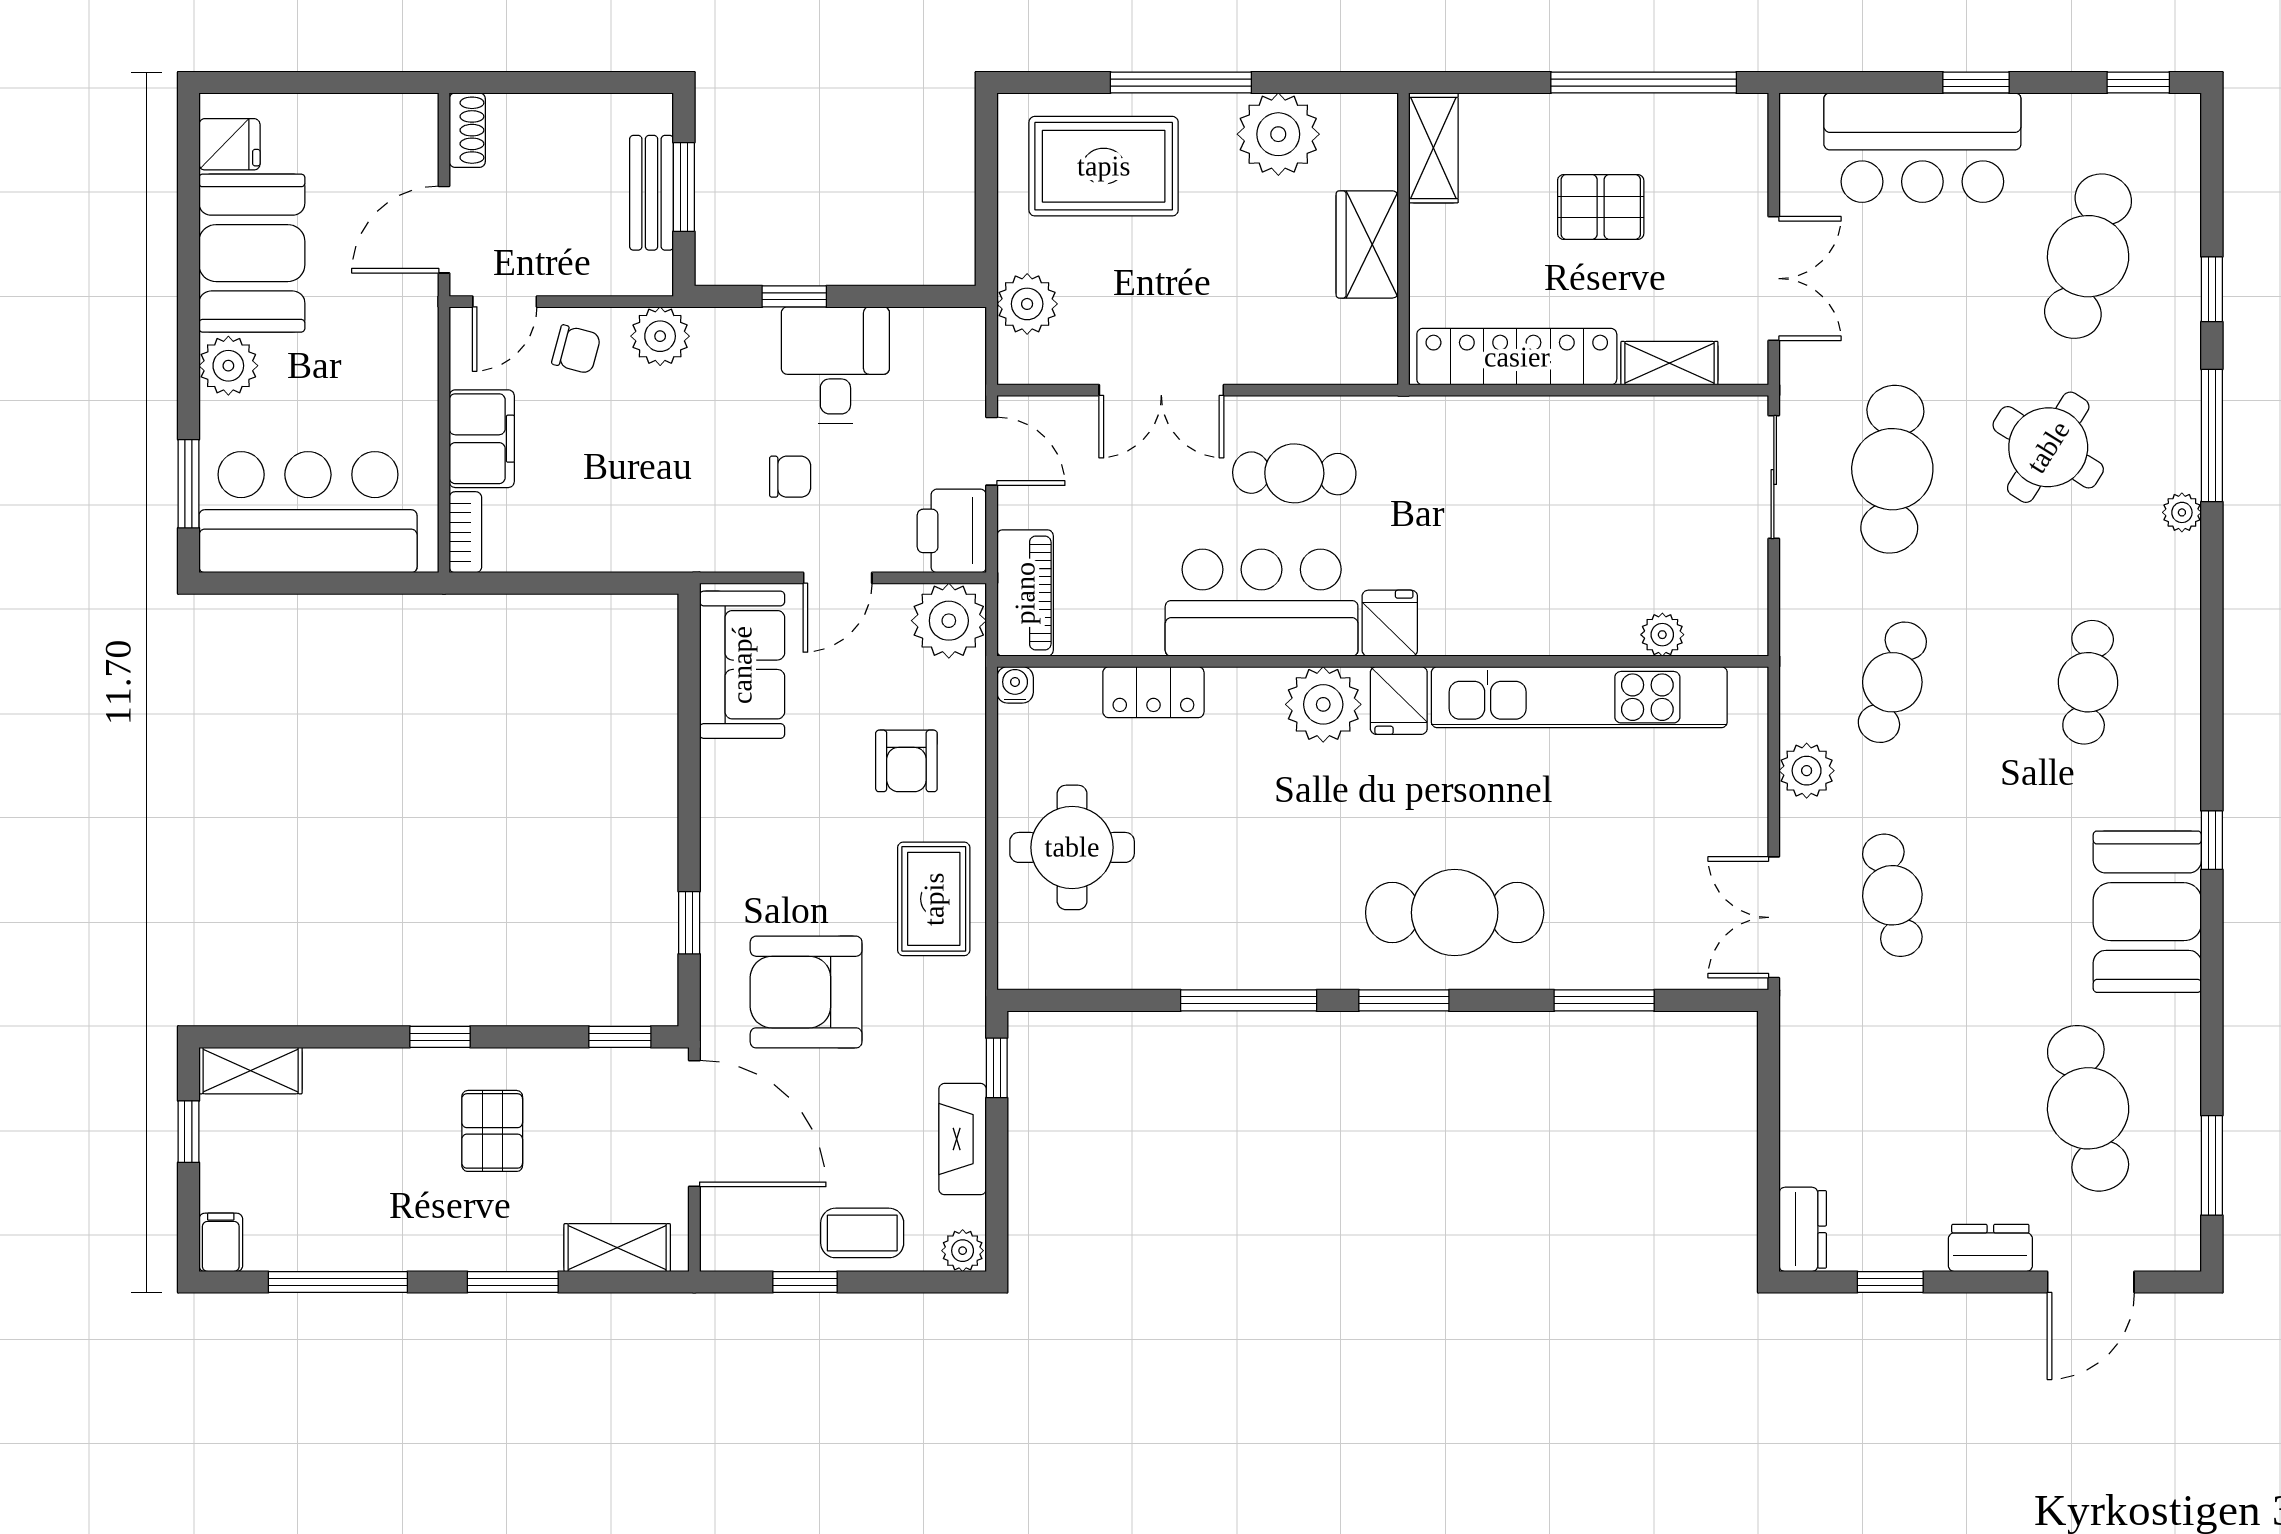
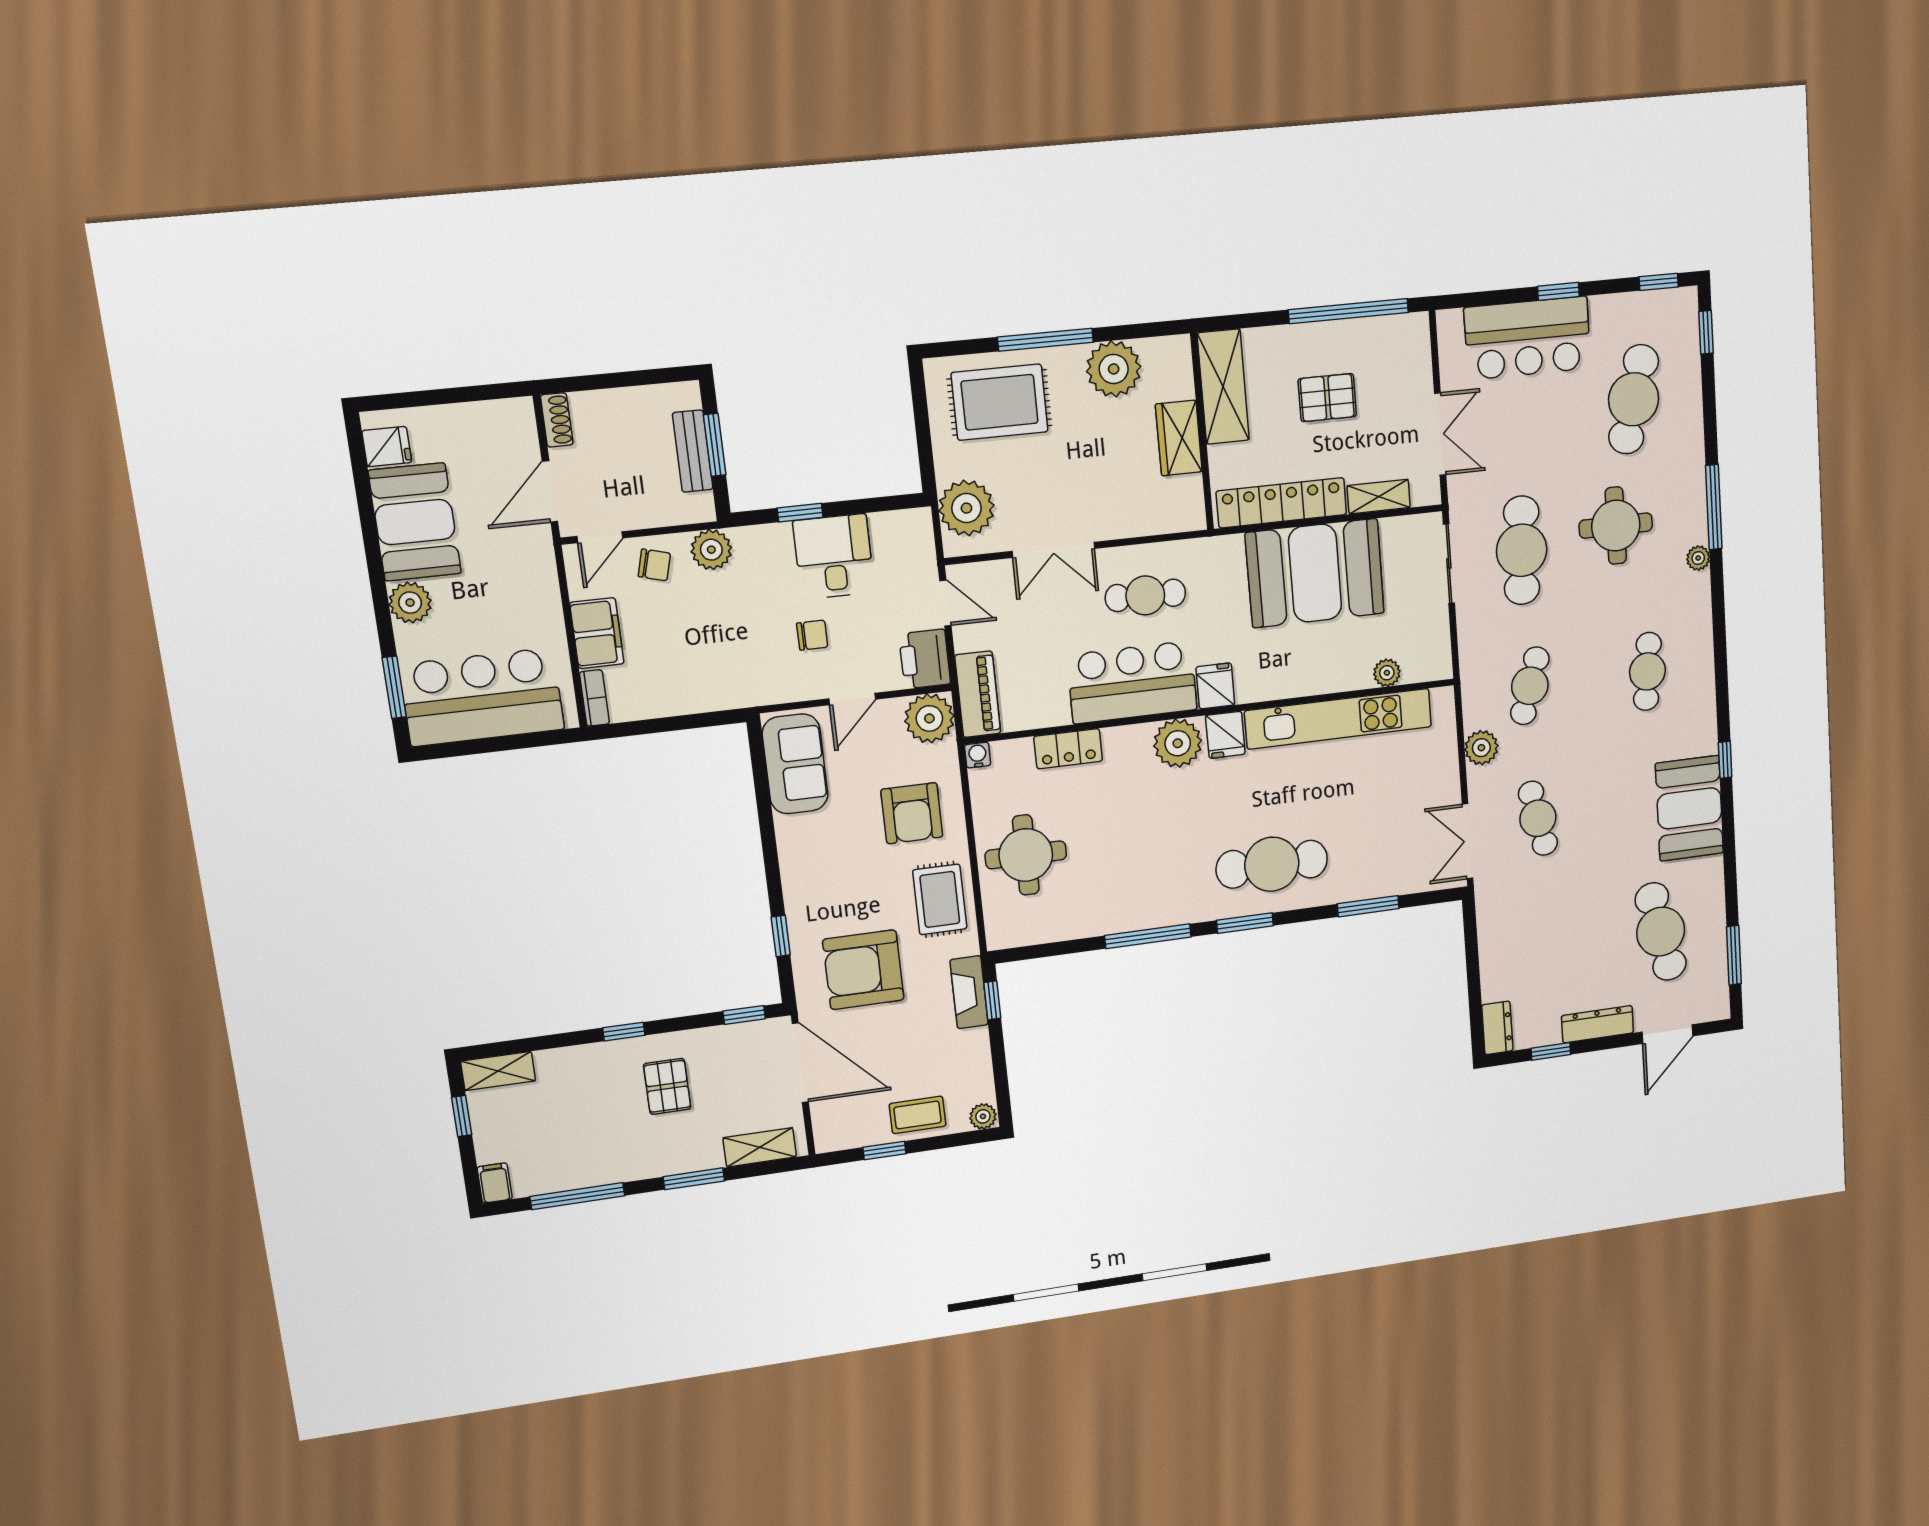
shelving: (1433, 148) -> (1223, 387), width x1.50, depth x1.33
window: (2212, 289) -> (1706, 332), moved
plant: (1027, 304) -> (966, 508), width x1.36, depth x1.36
round table: (2048, 447) -> (1616, 526), turned -32
booth: (1560, 469) -> (1315, 573), added
armchair: (906, 761) -> (912, 813), width x1.38, depth x1.38
fireplace: (963, 1139) -> (969, 992), moved
dresser: (1990, 1248) -> (1598, 1024), width x1.44

